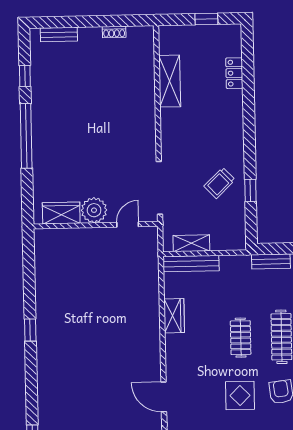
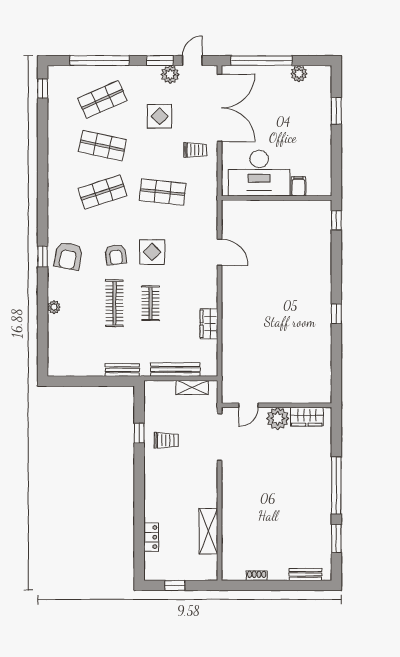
window: (25, 76) -> (336, 538), width x1.50
trolley: (220, 183) -> (166, 440), turned 44
bench: (191, 264) -> (175, 370), moved

